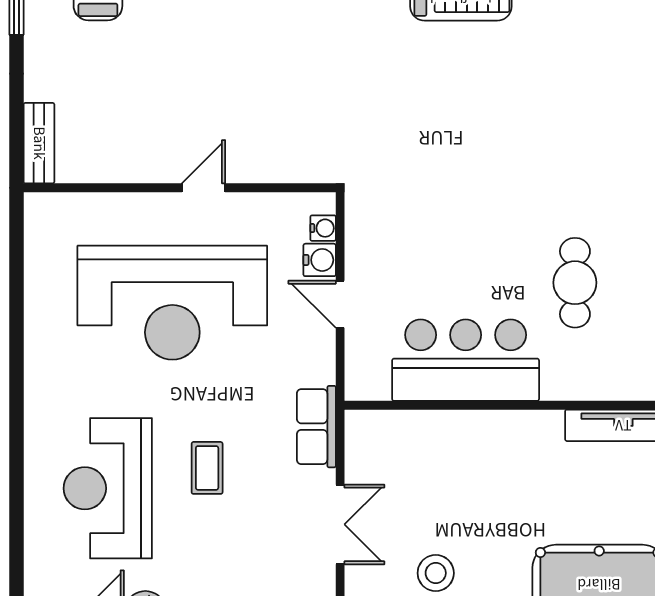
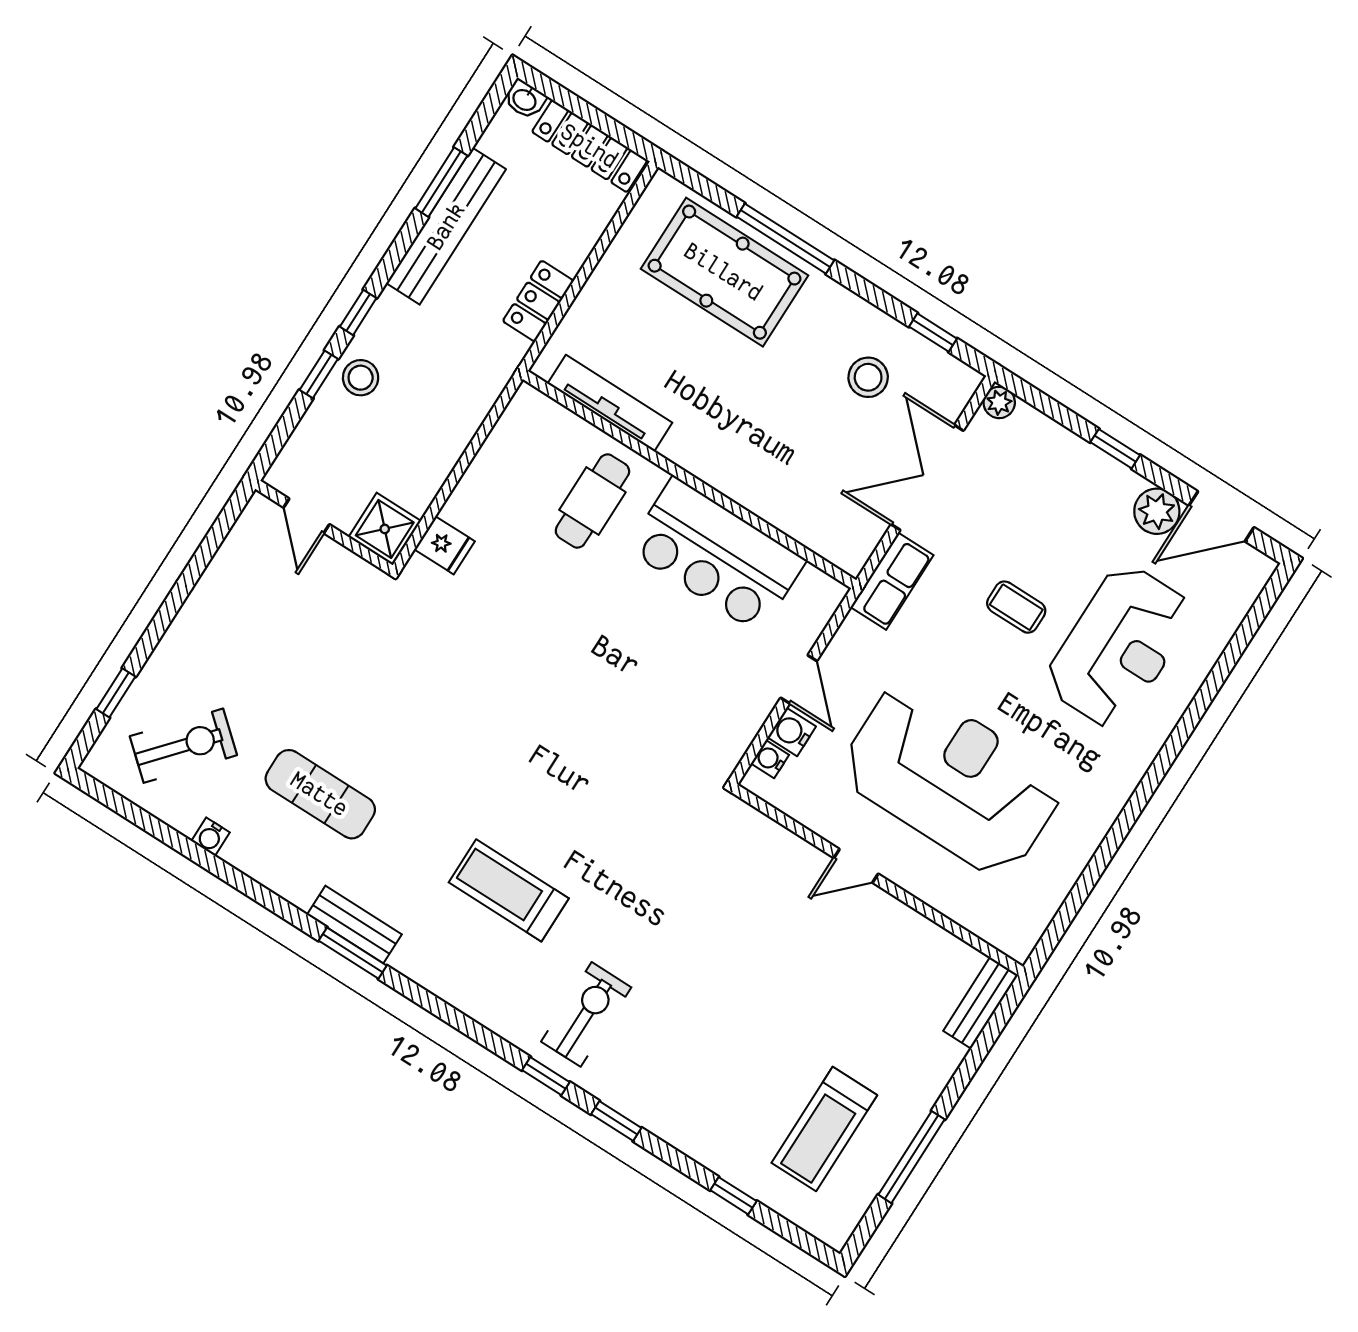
cafe table: (575, 283) -> (592, 501), moved
coffee table: (207, 468) -> (1016, 607), turned 90
double door: (340, 524) -> (927, 478), width x1.37

